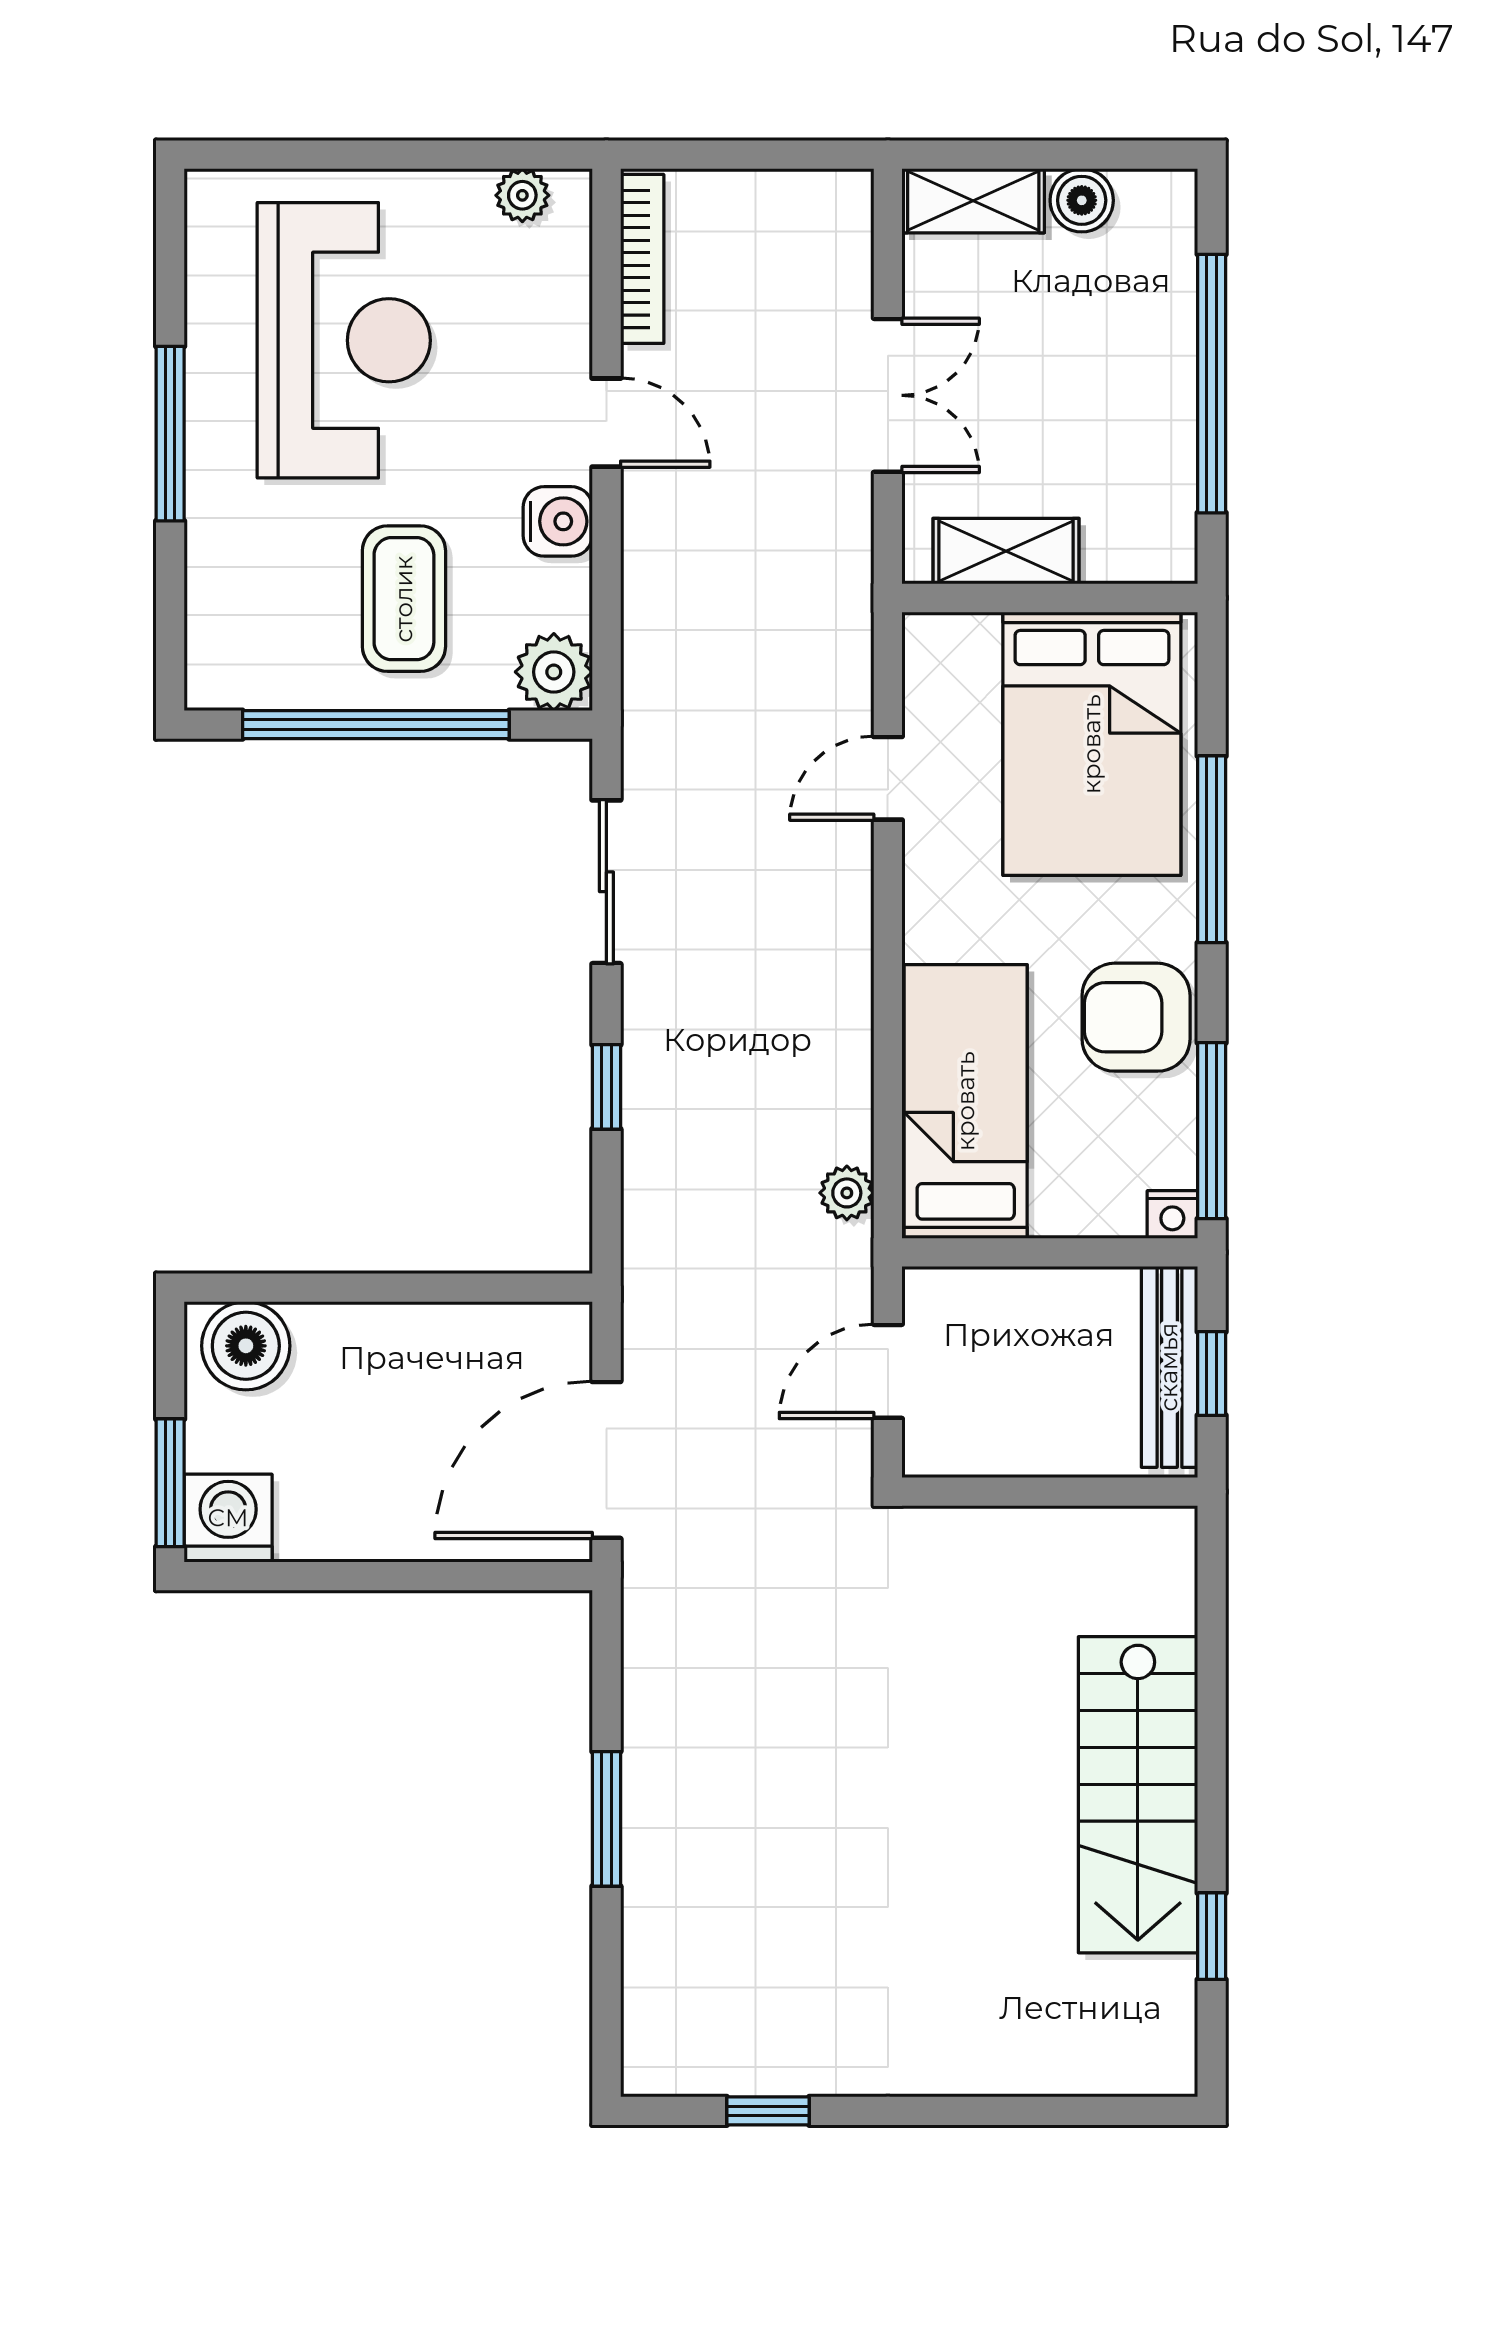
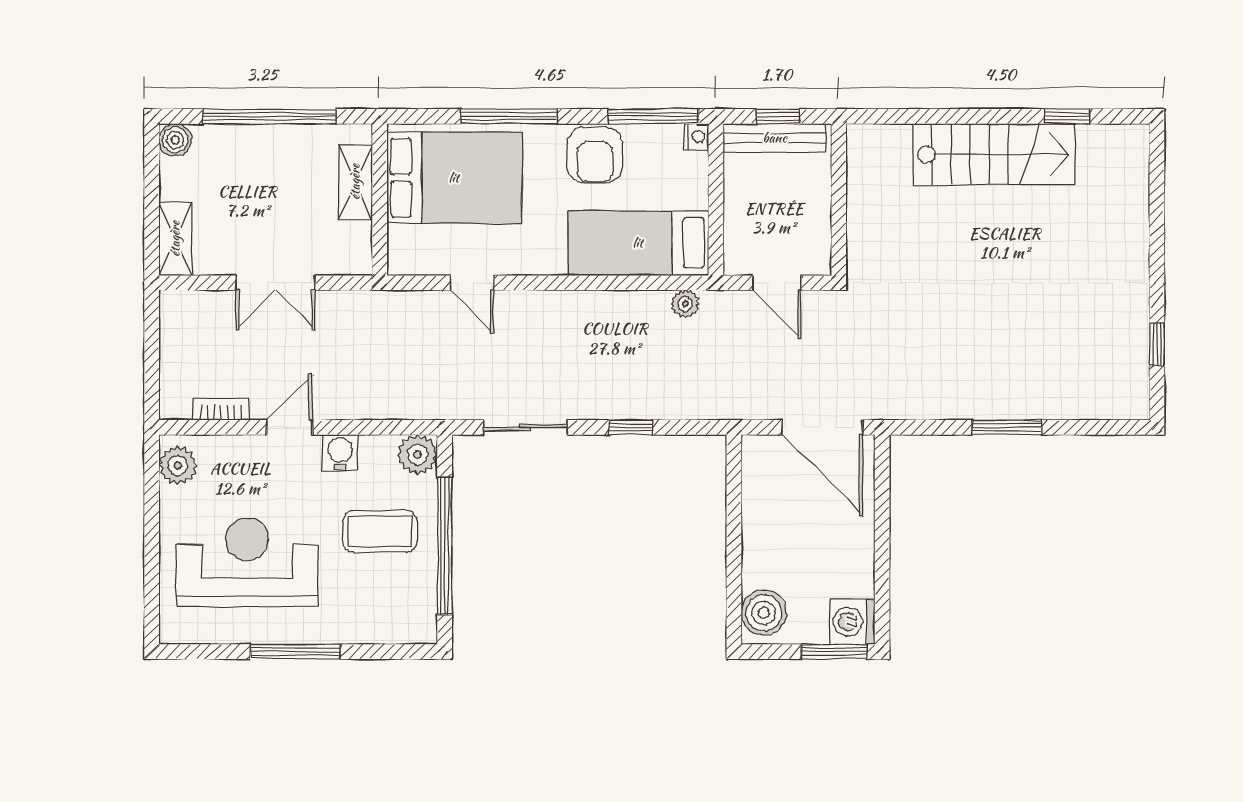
plant: (522, 195) -> (178, 465), width x1.38, depth x1.38
boiler: (1082, 200) -> (175, 140), moved
bookcase: (642, 259) -> (221, 409), width x0.64
double door: (888, 395) -> (275, 283), swing flipped
shelving: (1006, 551) -> (355, 182), moved

